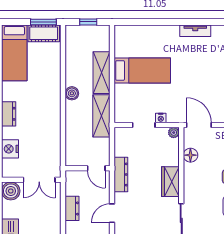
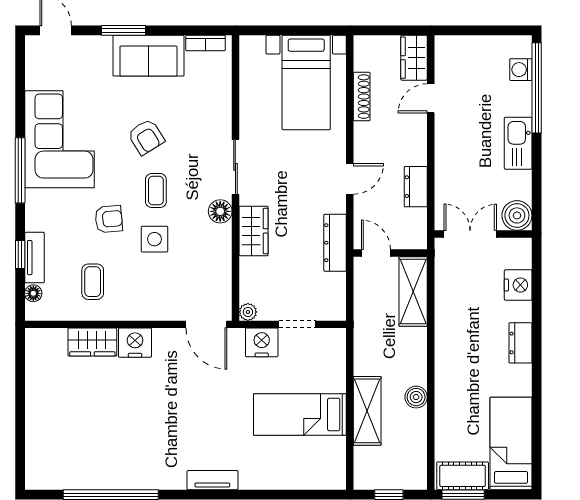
boiler: (72, 93) -> (416, 397), moved
shelving: (101, 116) -> (413, 292), moved
nightstand: (161, 118) -> (262, 342), width x1.89, depth x1.79
floor lamp: (190, 155) -> (220, 211), moved

